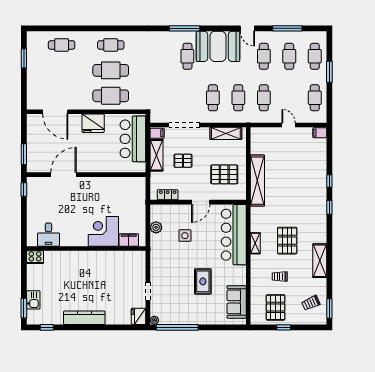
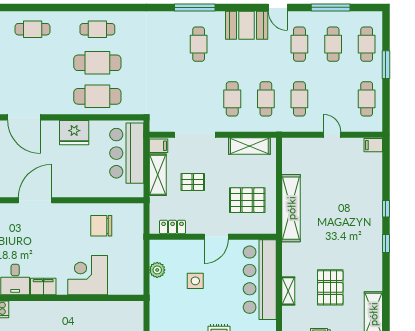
booth: (218, 46) -> (247, 25), width x0.73, depth x0.70
chair: (114, 194) -> (101, 226), added
filing cabinet: (129, 240) -> (43, 287), moved

